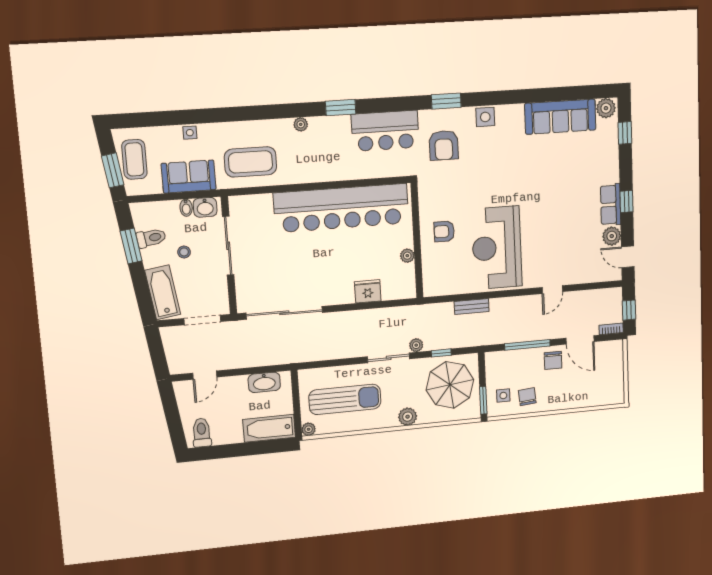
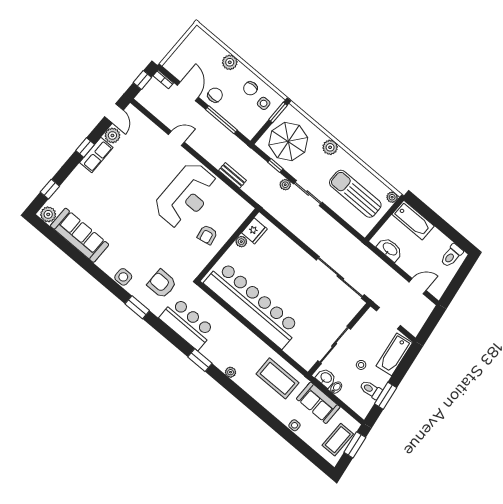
armchair: (444, 145) -> (162, 284), turned -90
armchair: (444, 231) -> (207, 235), turned 79
fridge: (368, 291) -> (254, 231), moved, turned -90
plant: (566, 400) -> (230, 62), added

